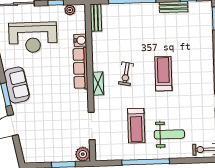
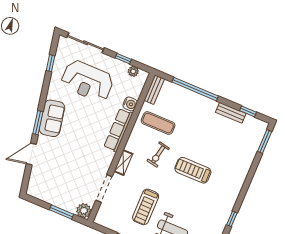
exercise mat: (113, 46) -> (158, 123), added
treadmill: (163, 74) -> (193, 170), turned -90
shelving: (98, 83) -> (123, 163), moved

